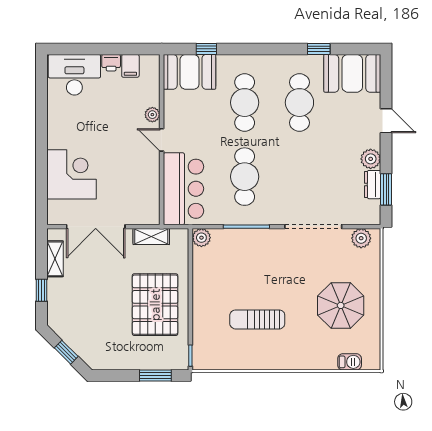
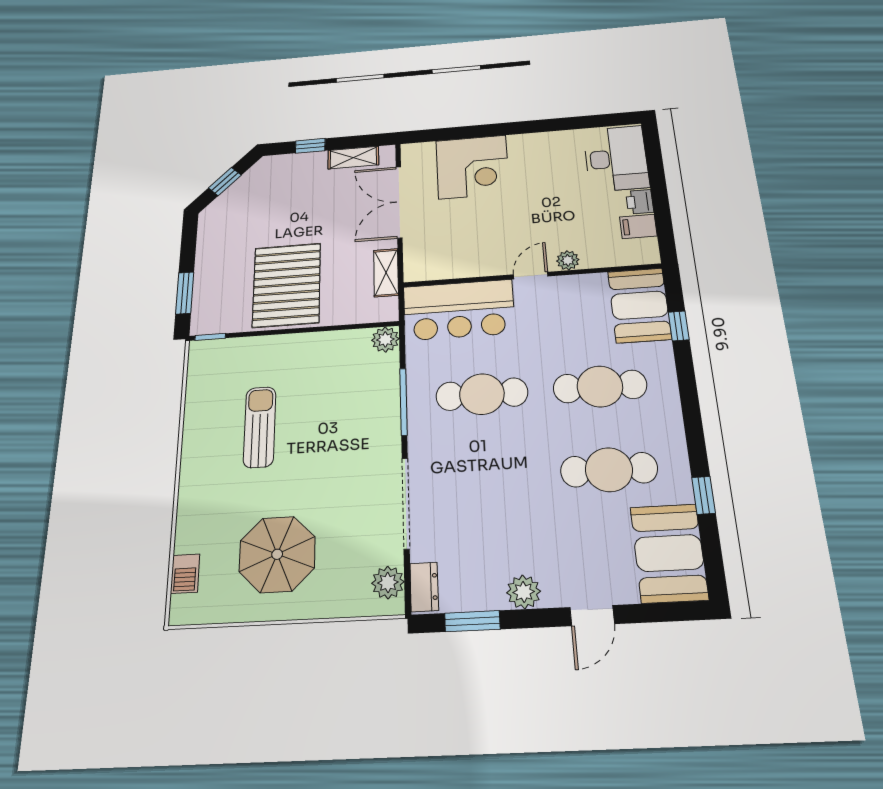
dresser: (373, 185) -> (424, 587), moved, turned 90
pallet: (155, 305) -> (287, 285), turned 90

